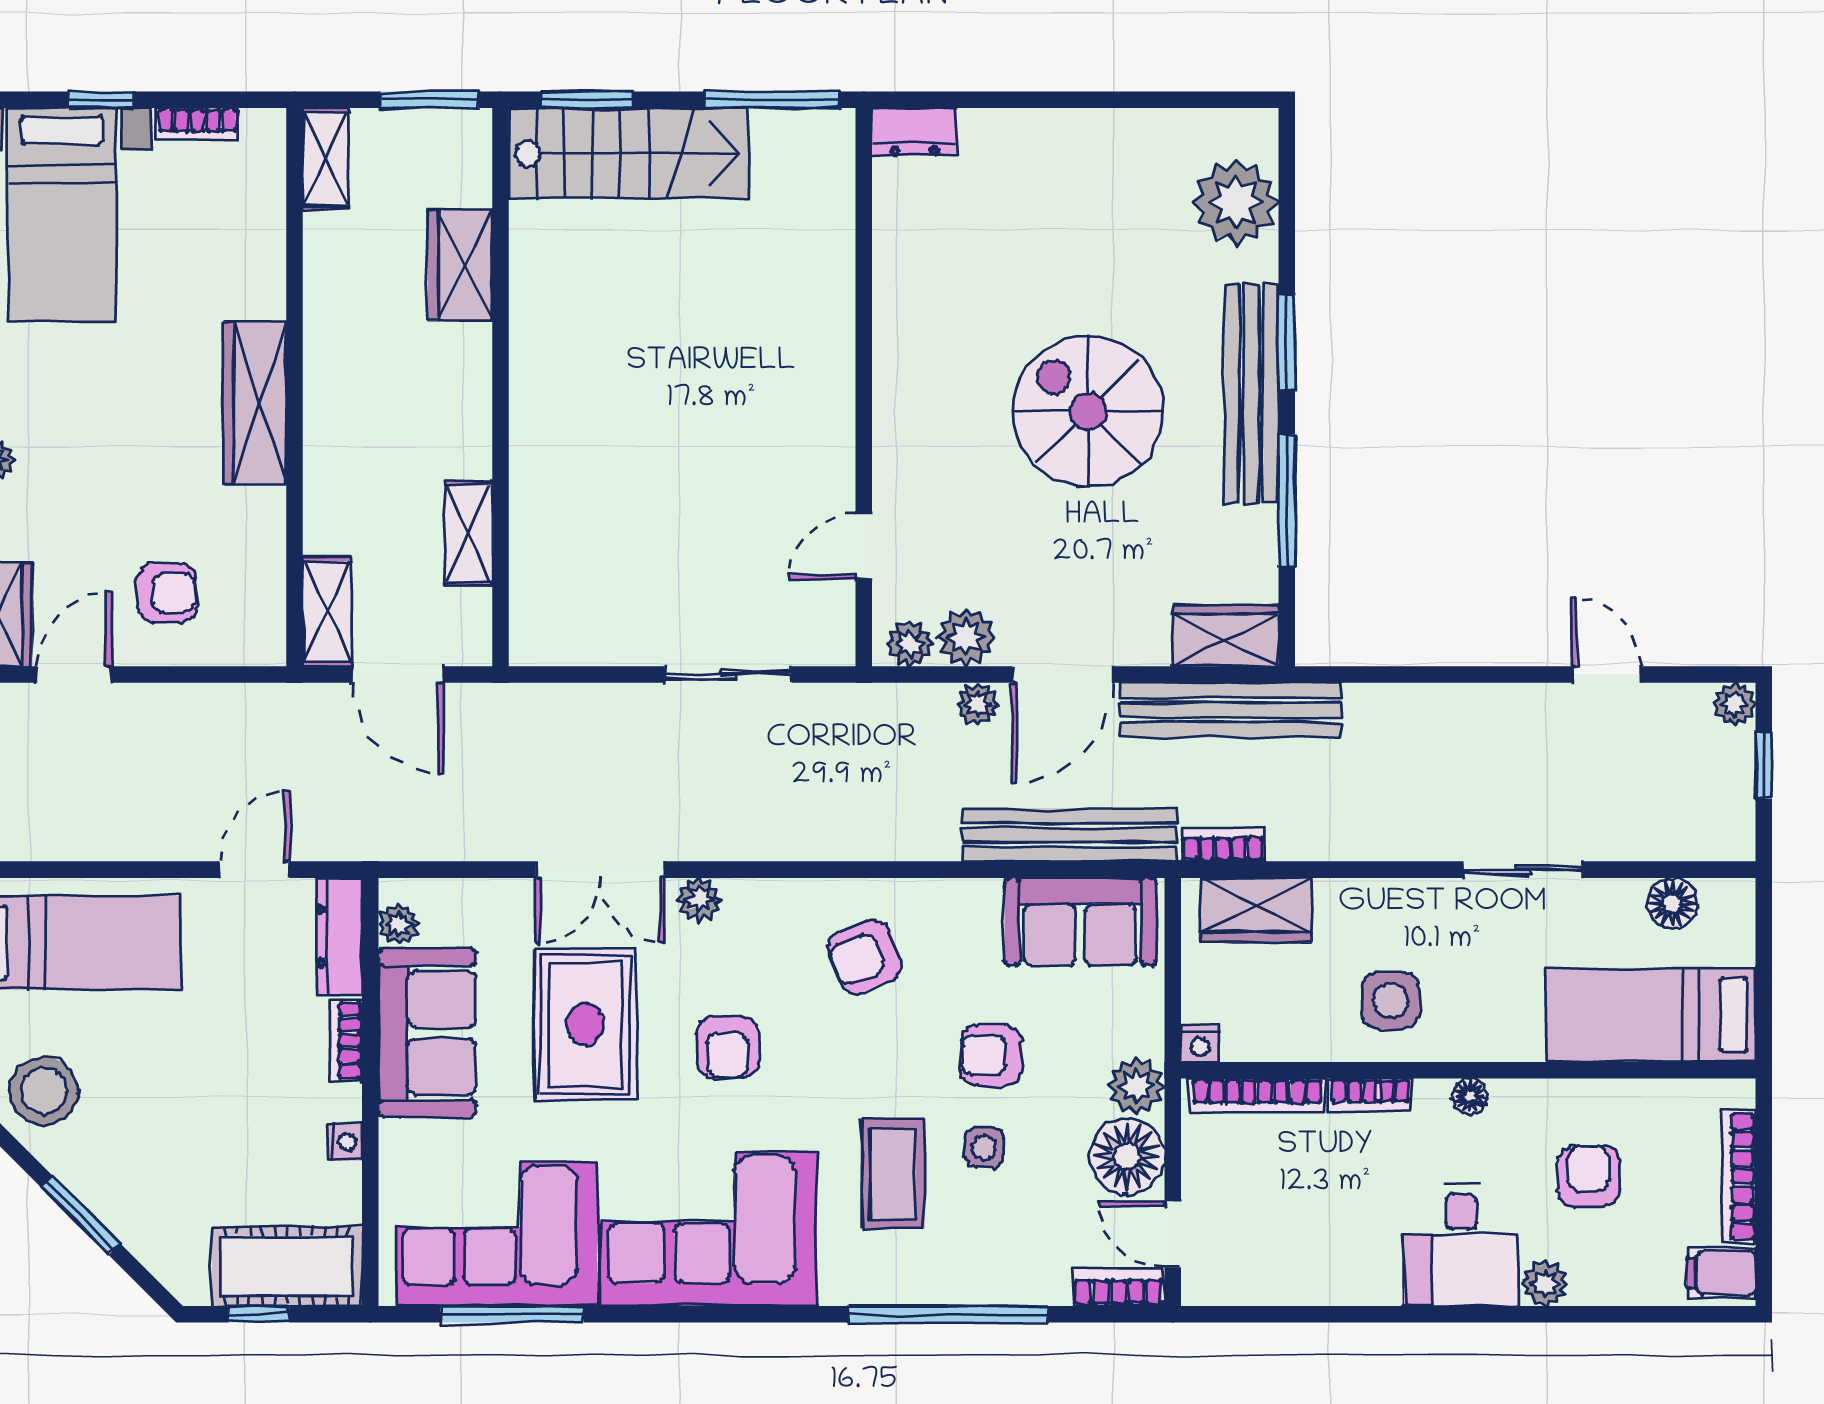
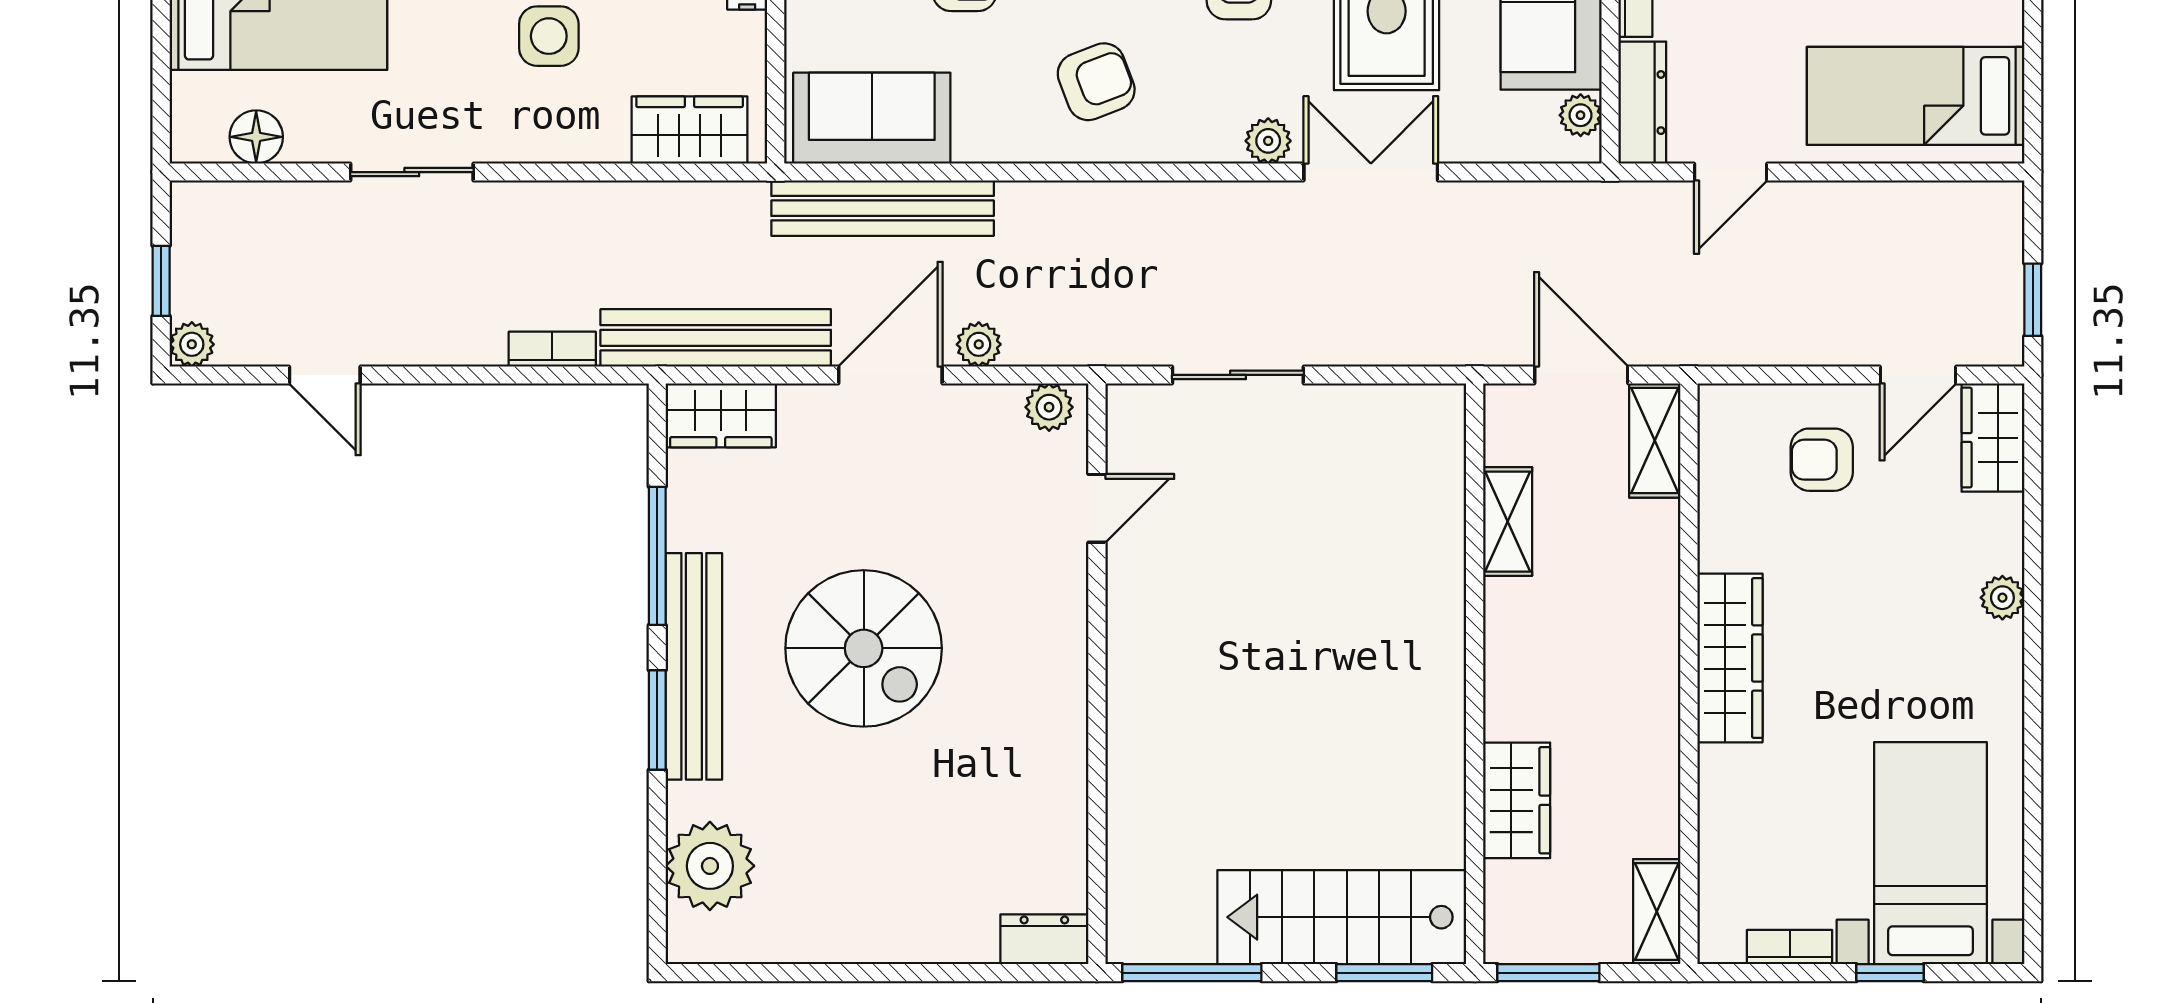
plant: (966, 637) -> (990, 414), removed
bookcase: (1223, 845) -> (552, 349), moved, turned 180

